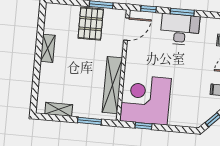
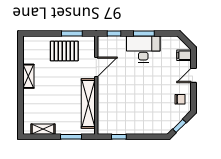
pallet: (91, 24) -> (64, 51), turned 90
door: (127, 29) -> (96, 67), moved
corner desk: (146, 100) -> (119, 114), removed

